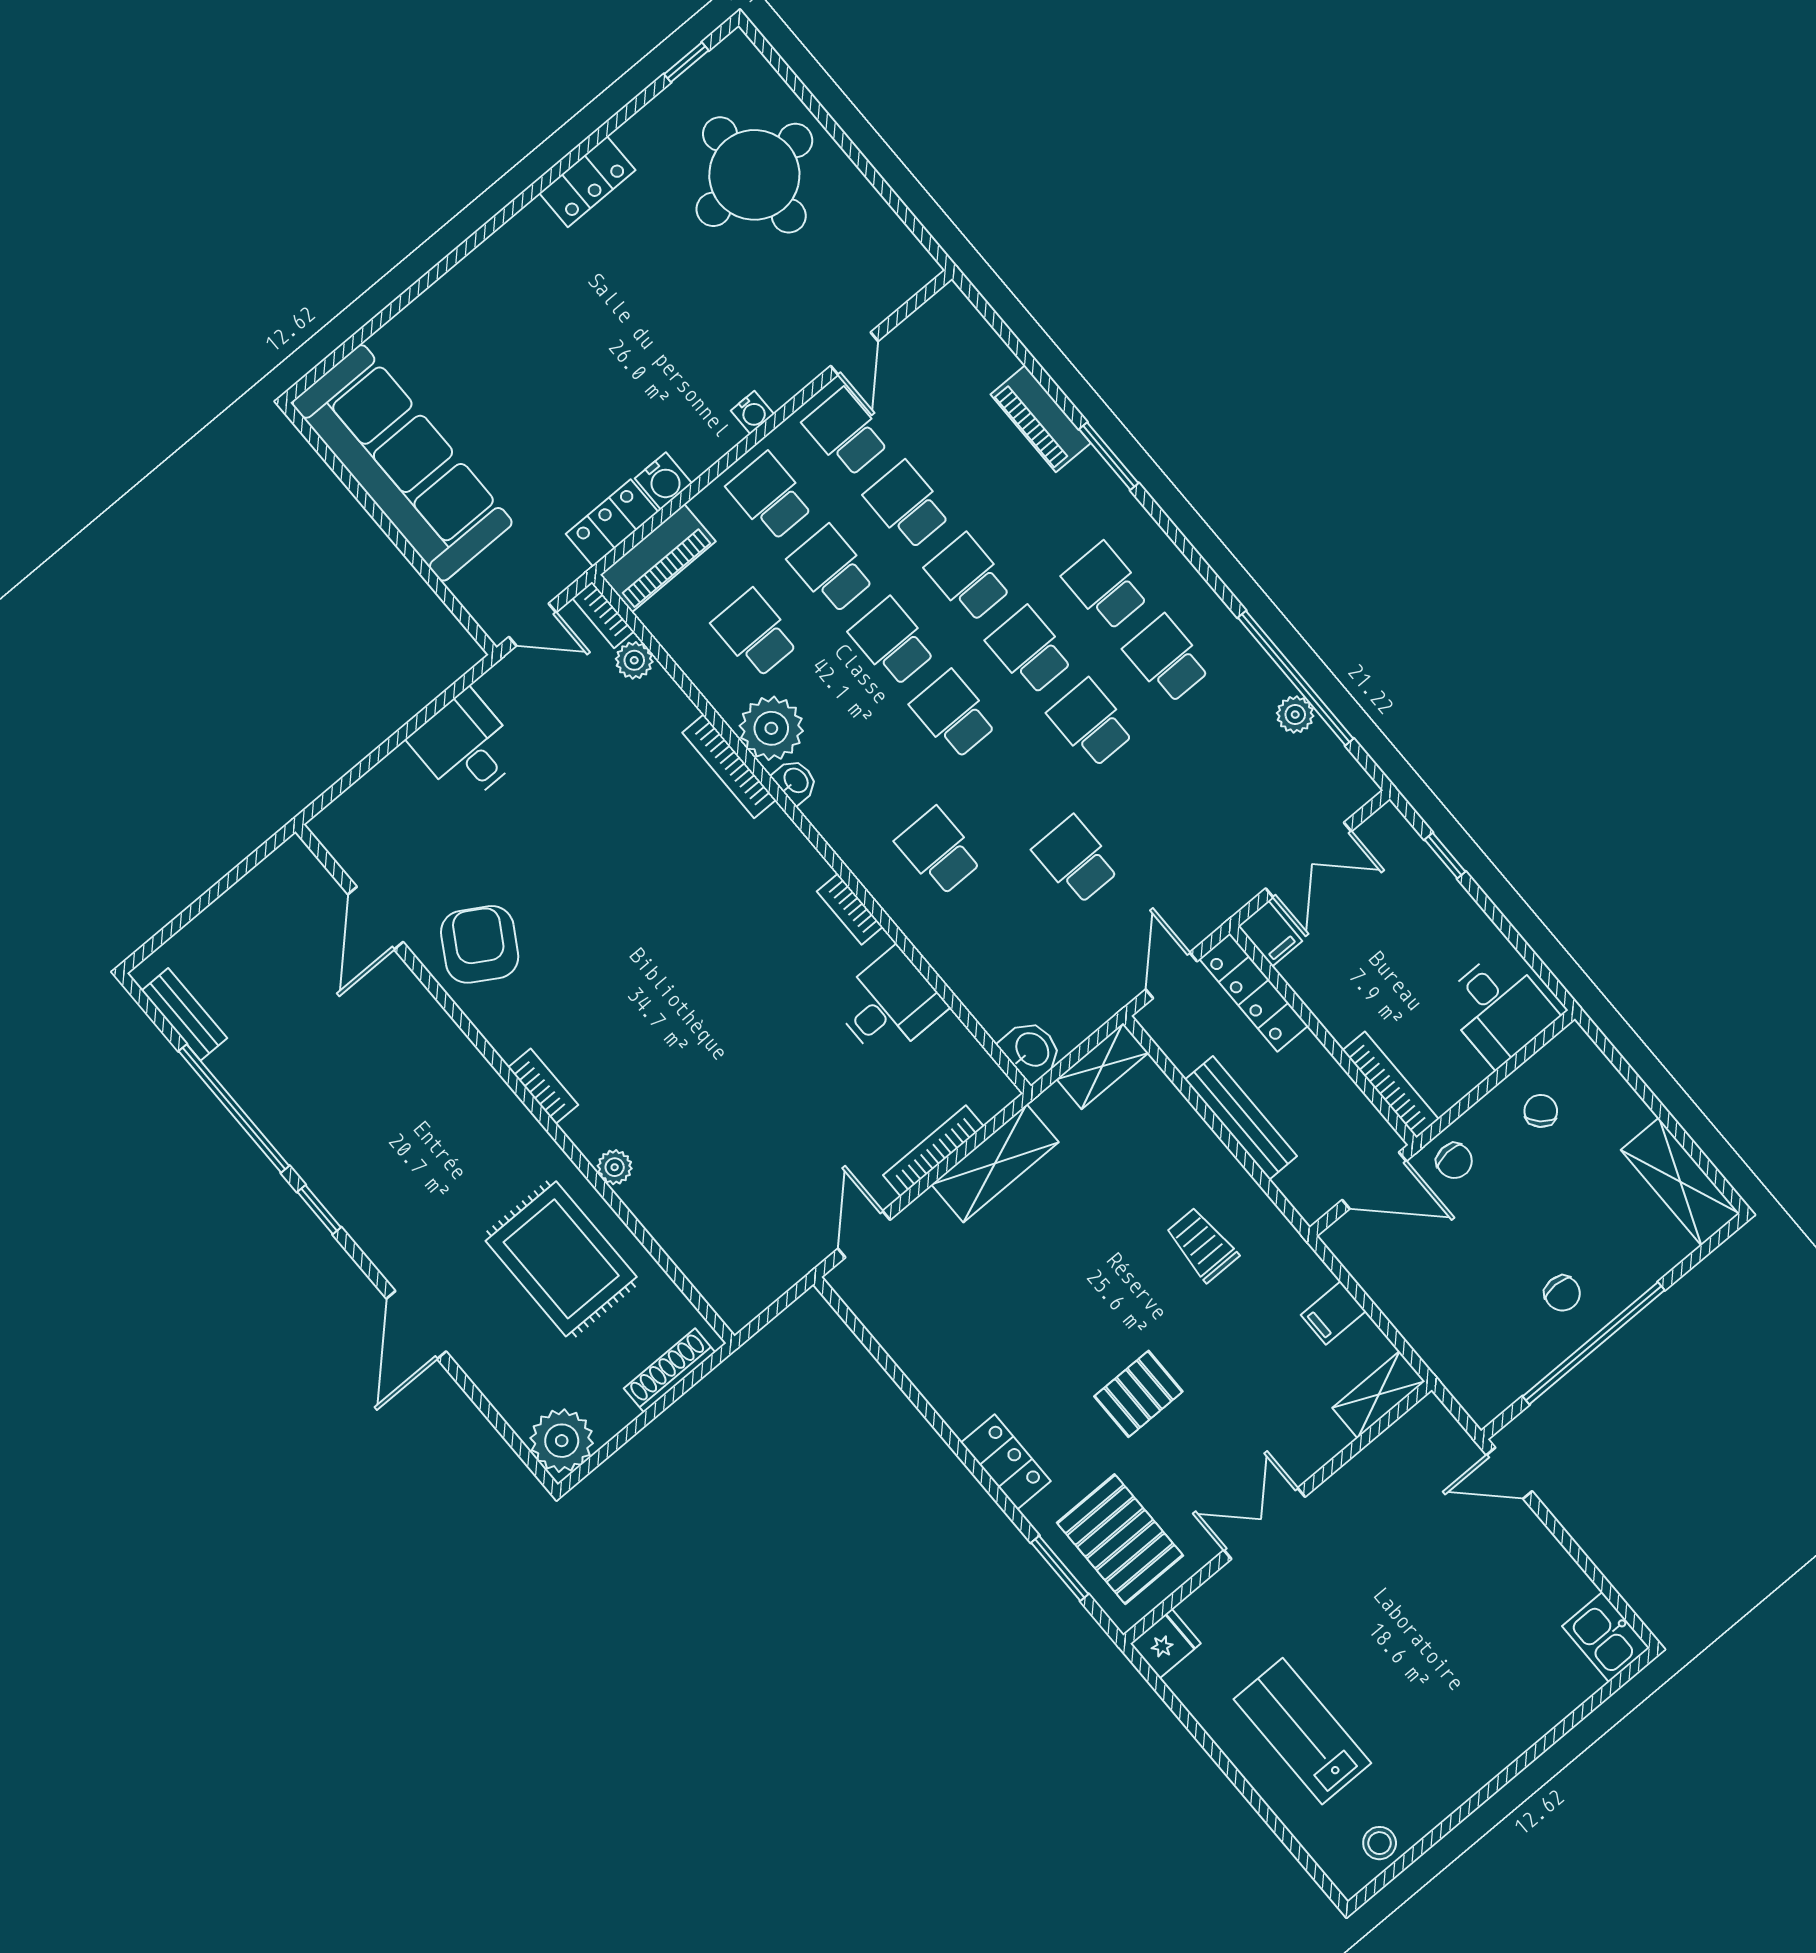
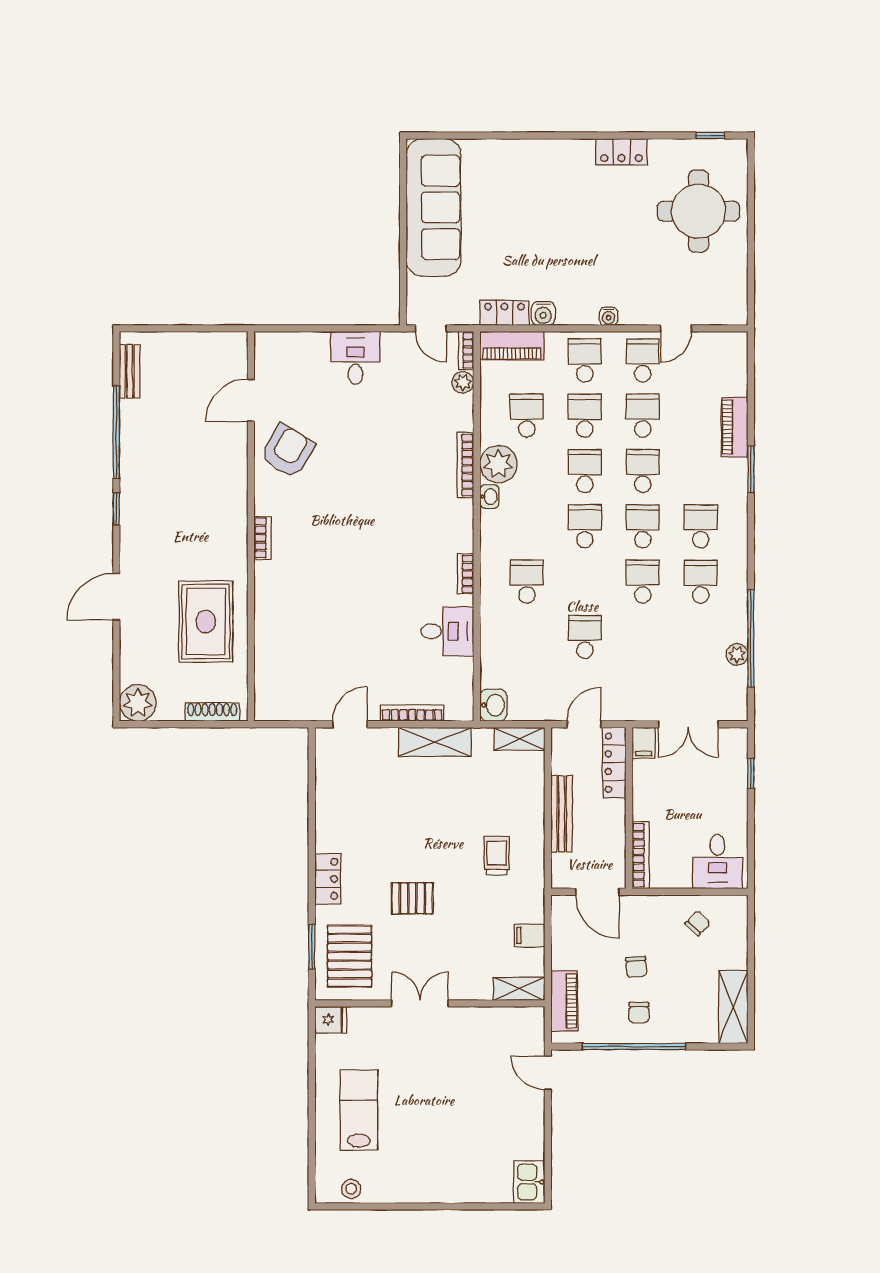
chair: (1454, 1161) -> (636, 967), moved
plant: (615, 1167) -> (264, 601), removed
piano: (1452, 1361) -> (564, 1001), added

